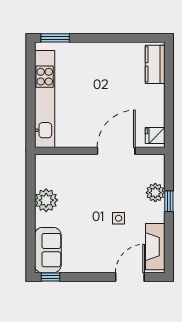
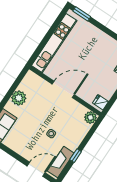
door: (116, 151) -> (63, 89), moved
plant: (155, 193) -> (90, 117), moved
window: (169, 201) -> (76, 156), moved

